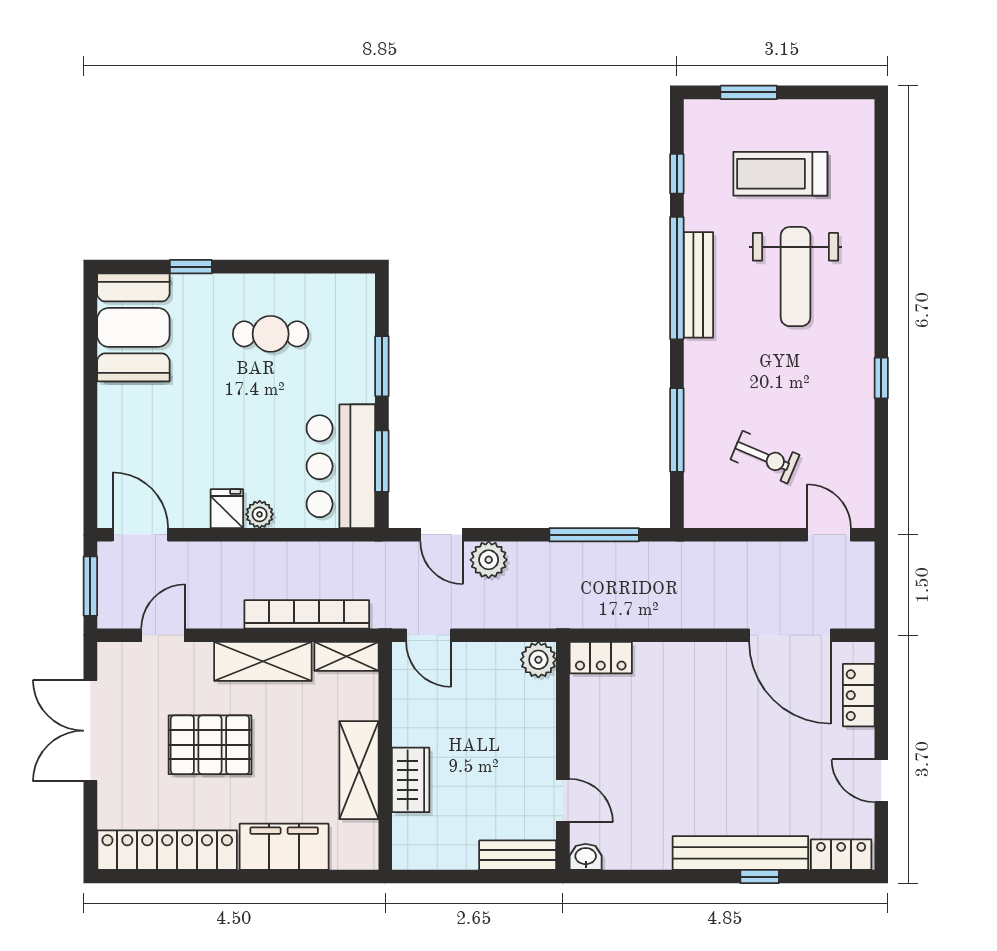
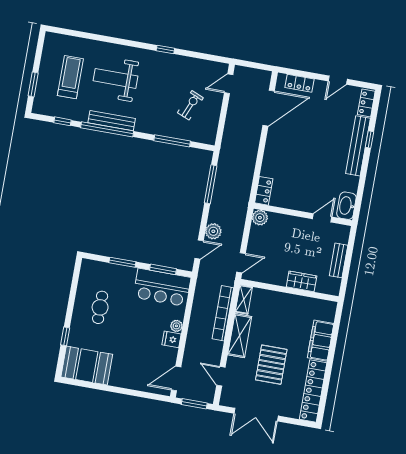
treadmill: (780, 174) -> (70, 77), turned 180
weight bench: (796, 277) -> (116, 78), turned 180
shelving: (359, 770) -> (293, 303), removed
bench: (518, 855) -> (339, 260), moved
washbasin: (586, 857) -> (346, 206), width x1.91, depth x1.45

